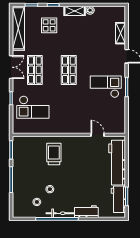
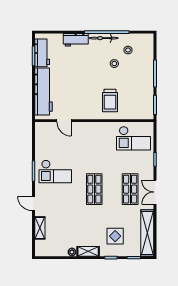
checkout: (33, 107) -> (133, 138), moved, turned 180

